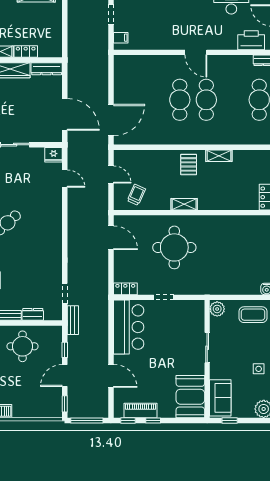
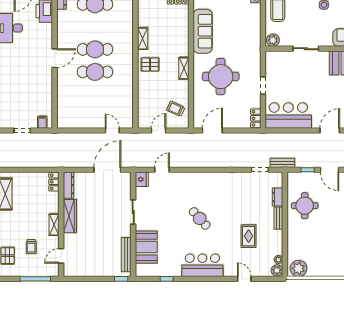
locker: (26, 52) -> (54, 182), moved
door: (111, 120) -> (112, 130), width x0.53
sofa: (228, 226) -> (203, 31), added

